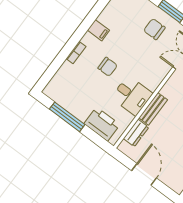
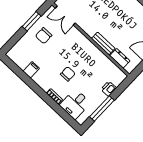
filing cabinet: (98, 30) -> (31, 70), moved
desk: (132, 96) -> (75, 104), moved, turned 180
printer: (102, 124) -> (109, 89), width x0.53, depth x0.68

